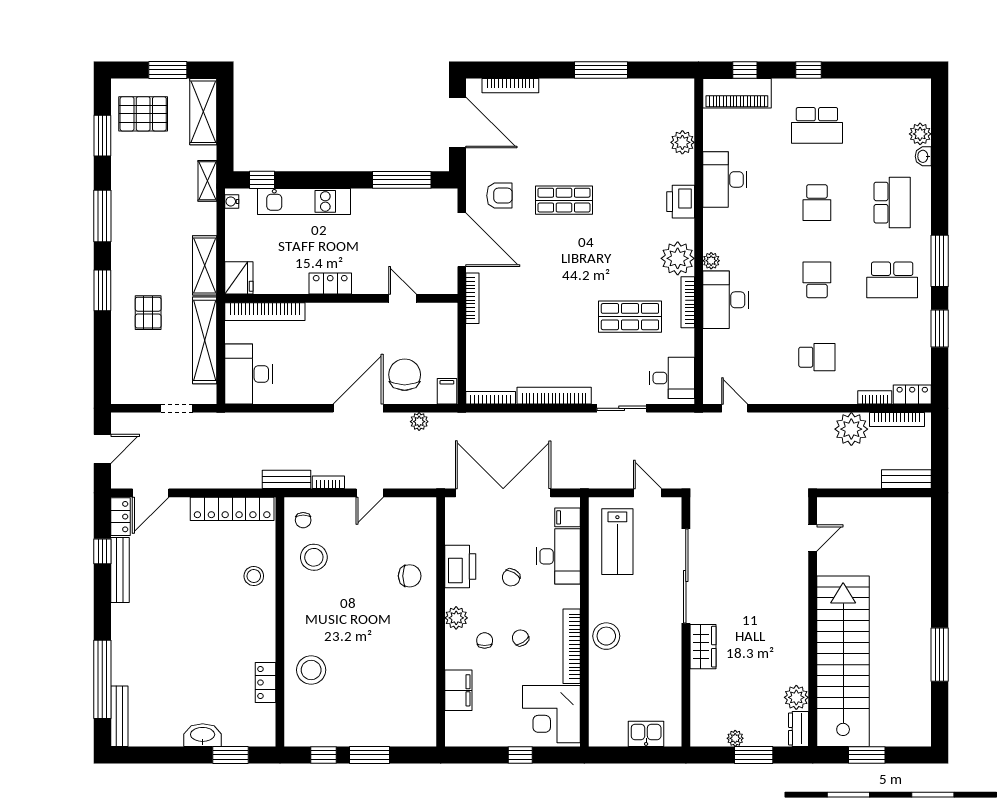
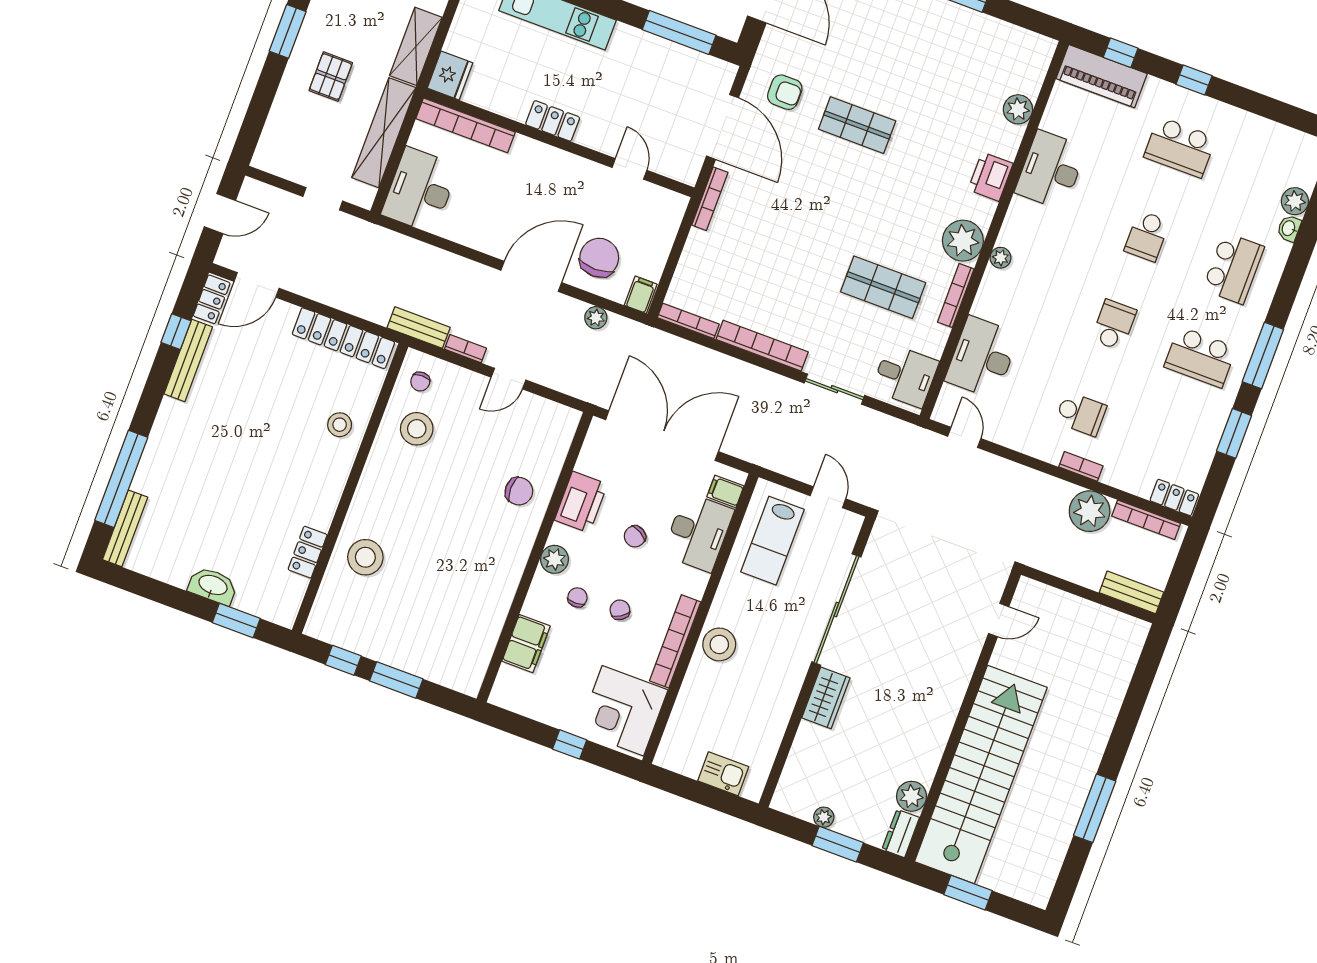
desk: (725, 300) -> (982, 357), moved
bookcase: (875, 397) -> (1081, 466), moved

